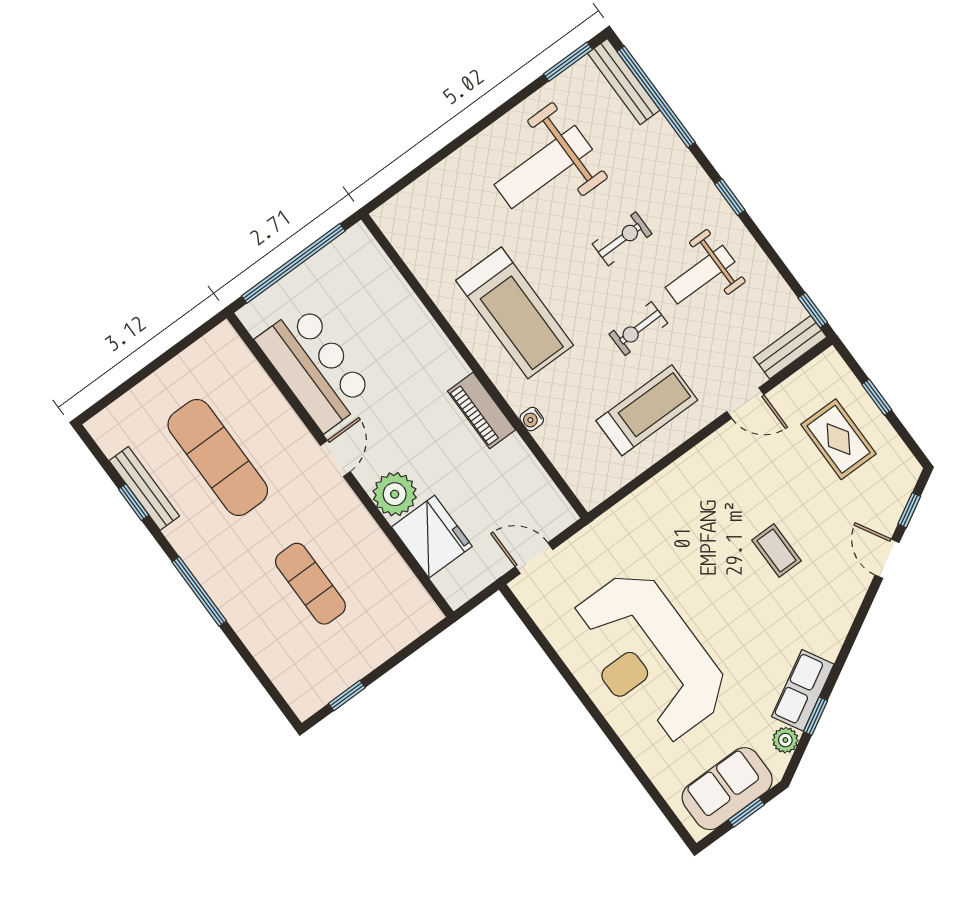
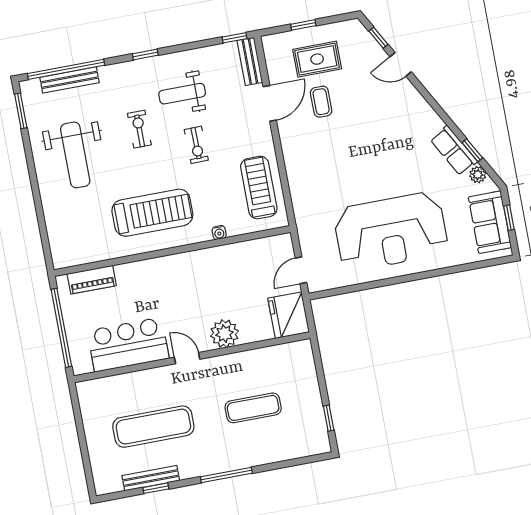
bench: (624, 82) -> (69, 80), moved
weight bench: (700, 275) -> (182, 94), turned 90
door: (745, 403) -> (270, 103), width x1.38
piano: (481, 410) -> (92, 280), moved
treadmill: (647, 410) -> (259, 188), moved
fridge: (432, 537) -> (289, 315), moved, turned -90
coffee table: (777, 551) -> (321, 102), moved, turned 90

